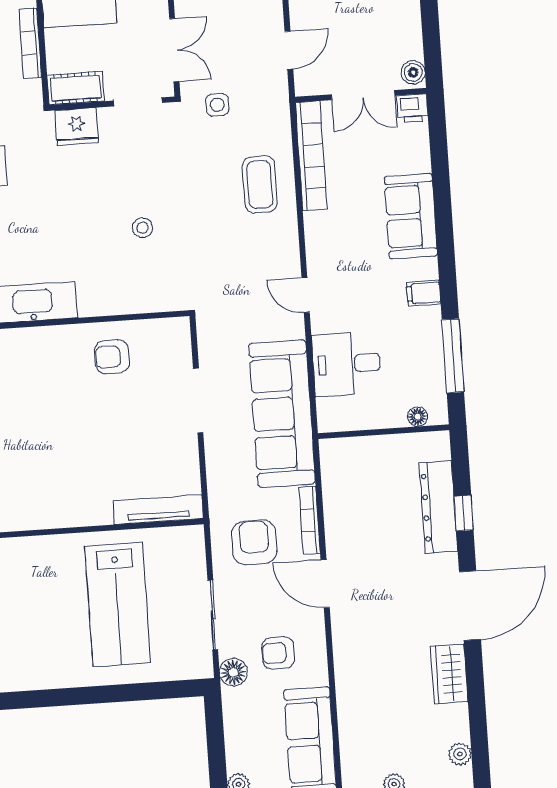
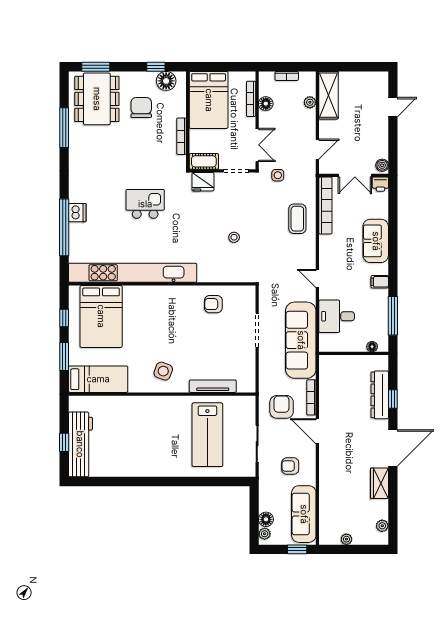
side table: (26, 490) -> (163, 371), added
tv unit: (158, 509) -> (213, 386), moved
floor lamp: (233, 672) -> (266, 519), moved

